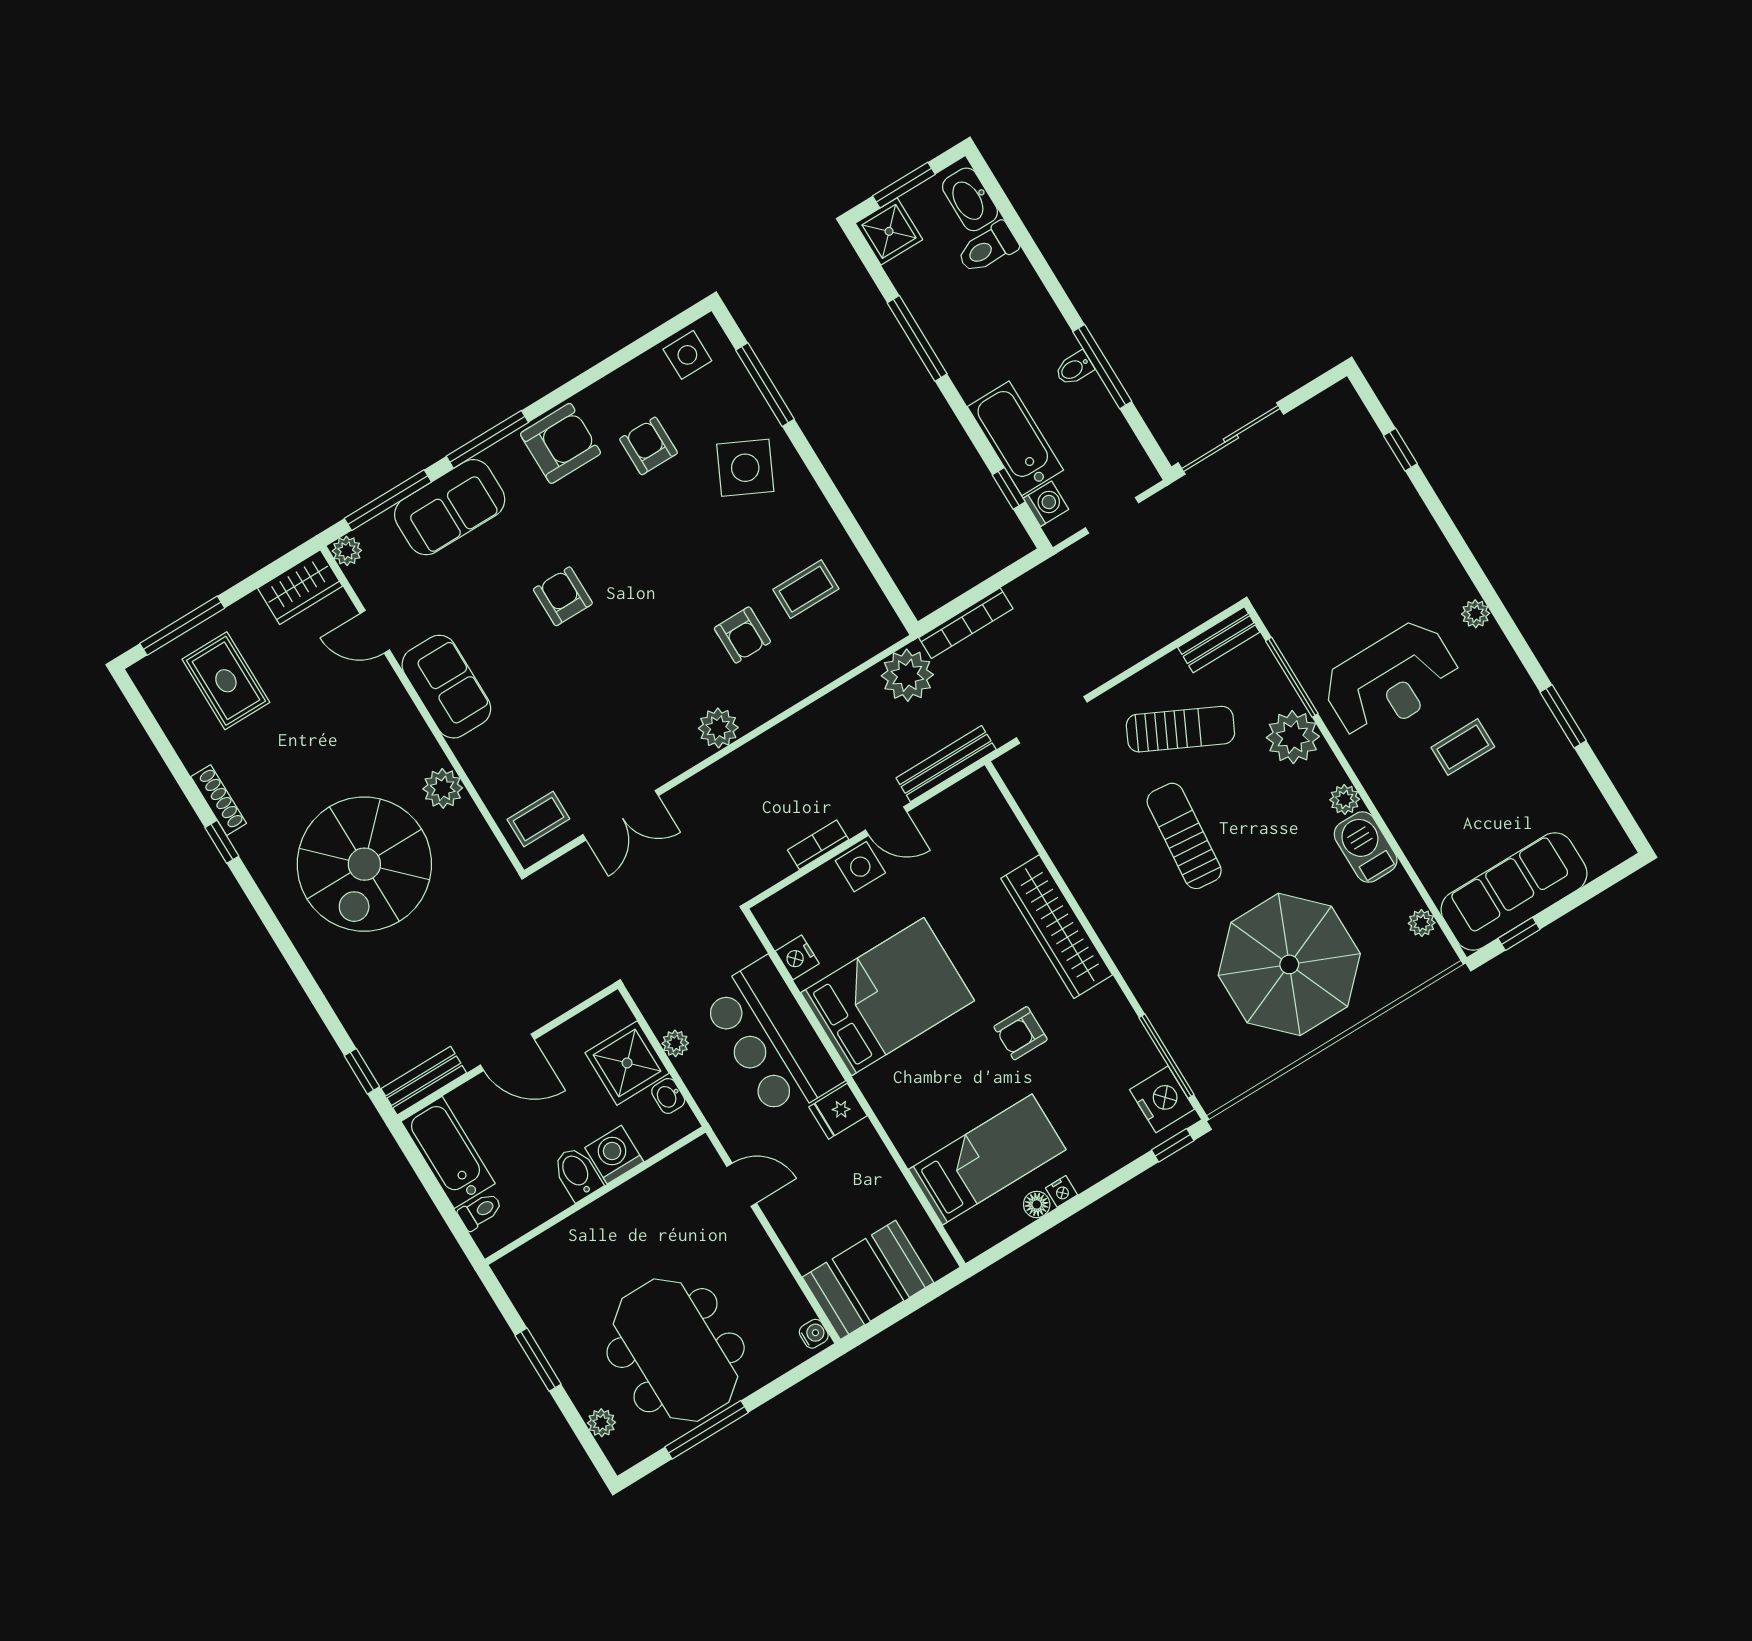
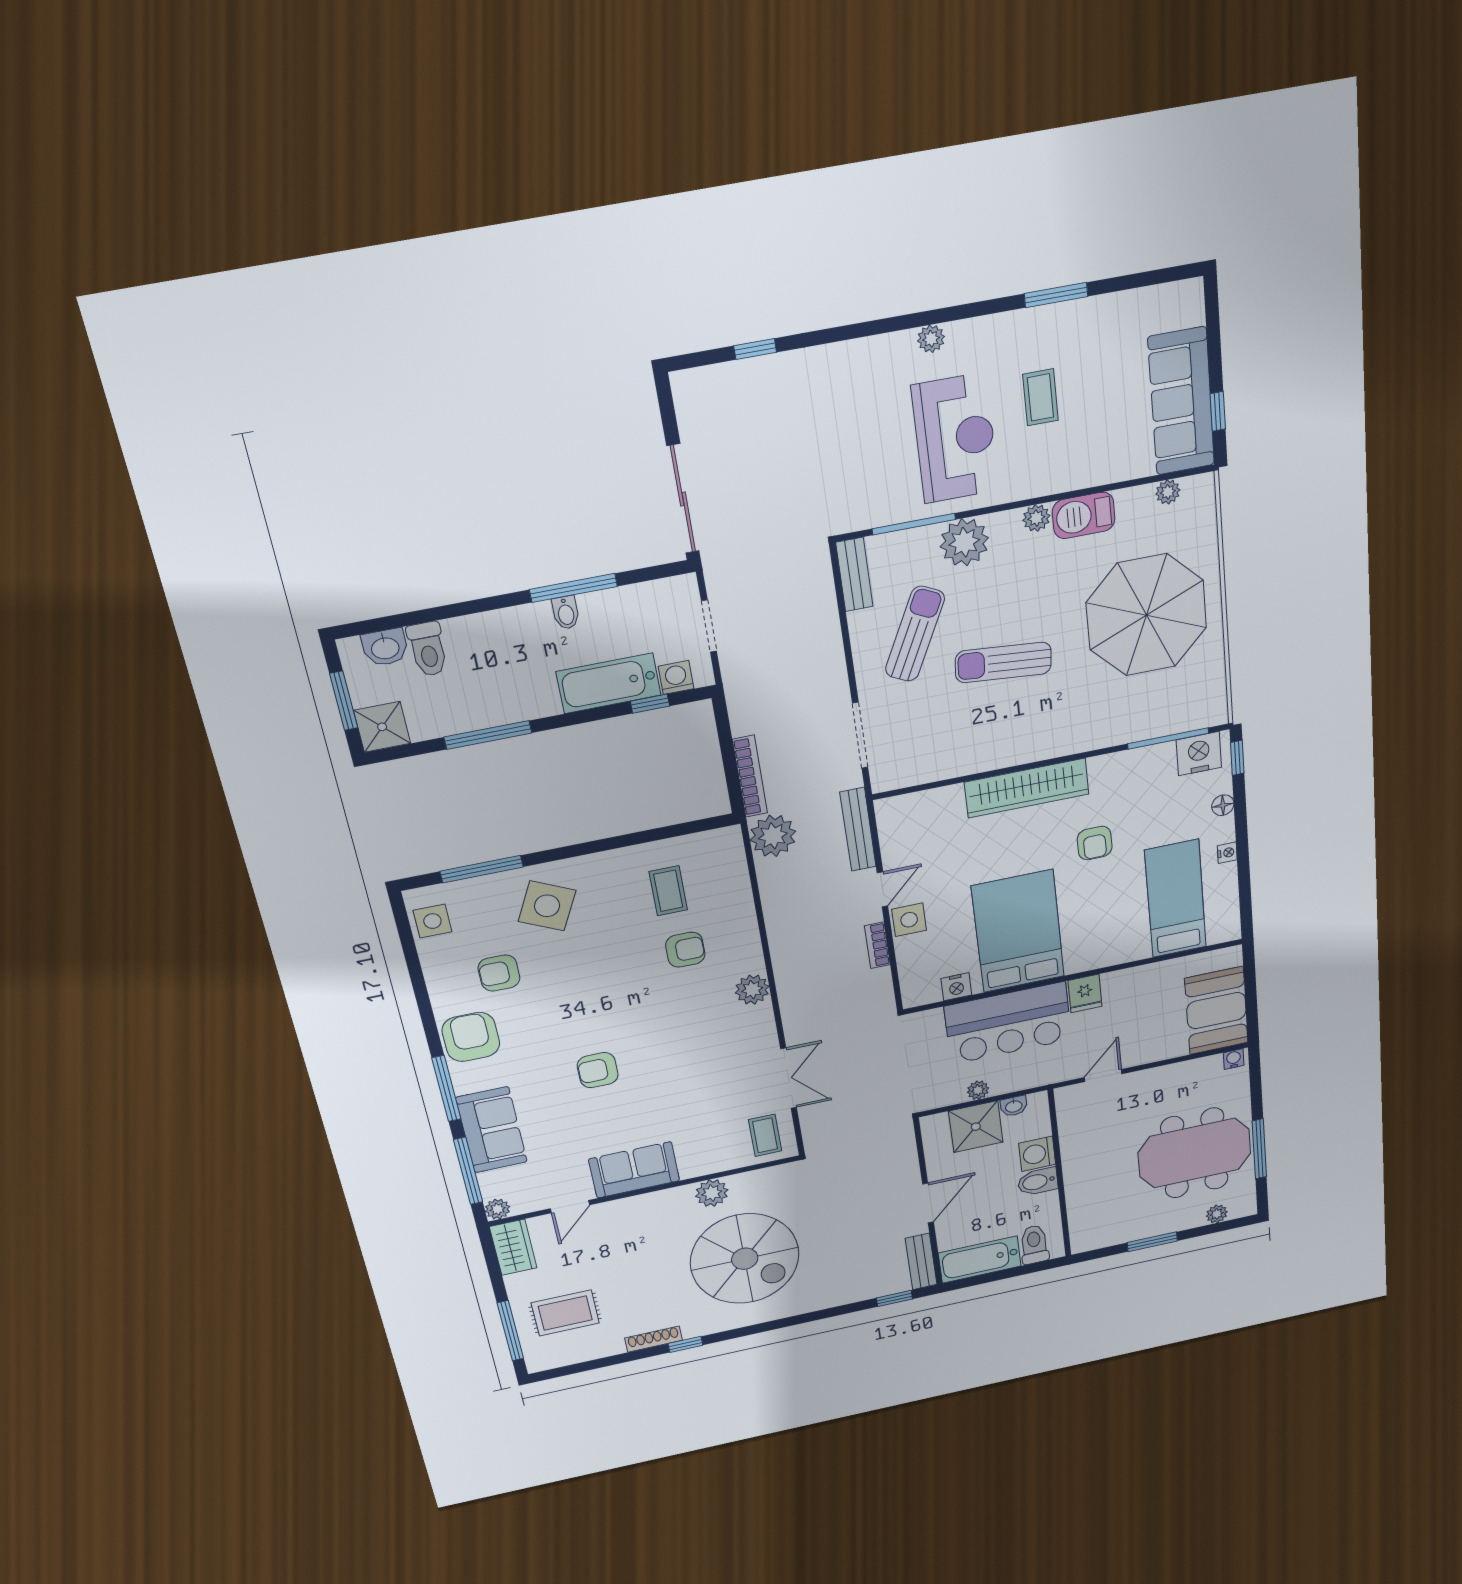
washbasin: (970, 199) -> (385, 647), width x0.72
floor lamp: (1037, 1204) -> (1223, 805), moved
toilet: (480, 1211) -> (1034, 1244), width x1.37, depth x1.39

